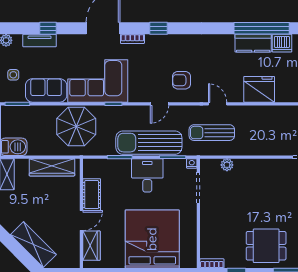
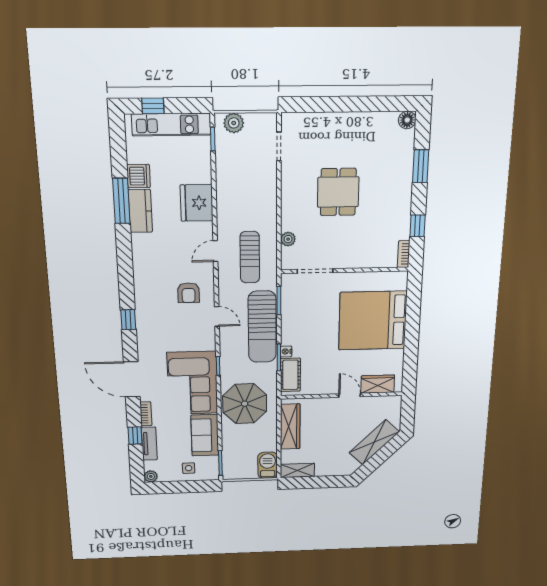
window: (262, 28) -> (121, 201), width x0.68
bookcase: (132, 39) -> (146, 414), moved
nightstand: (192, 163) -> (286, 351), moved
desk: (147, 175) -> (300, 328), removed
cot: (92, 195) -> (290, 375), moved, turned 90
dining table: (266, 246) -> (338, 192), moved

